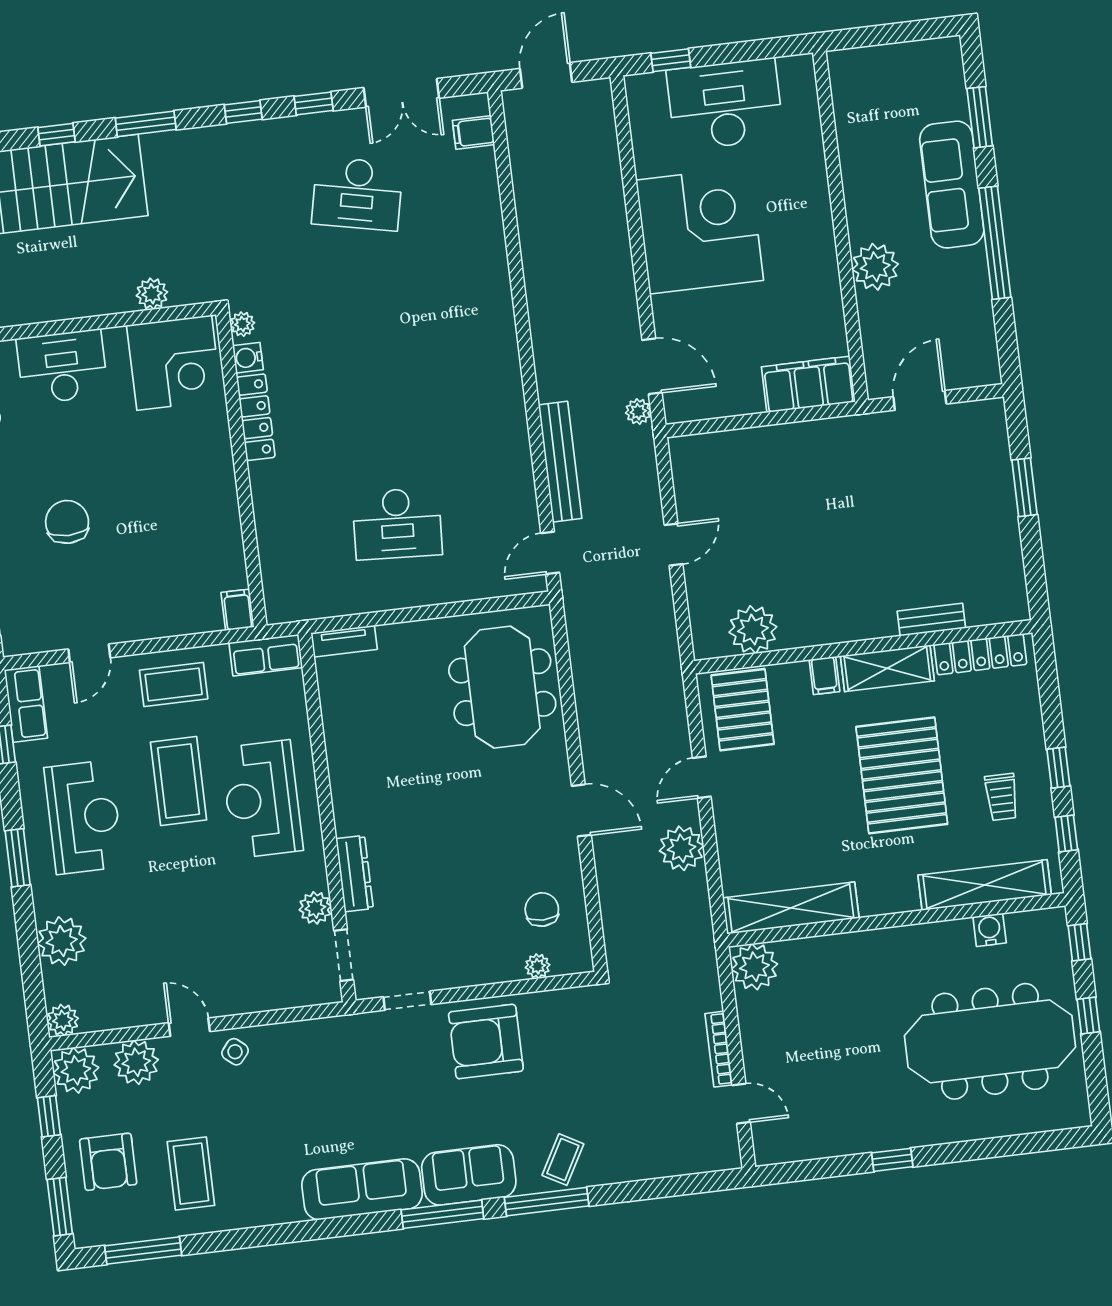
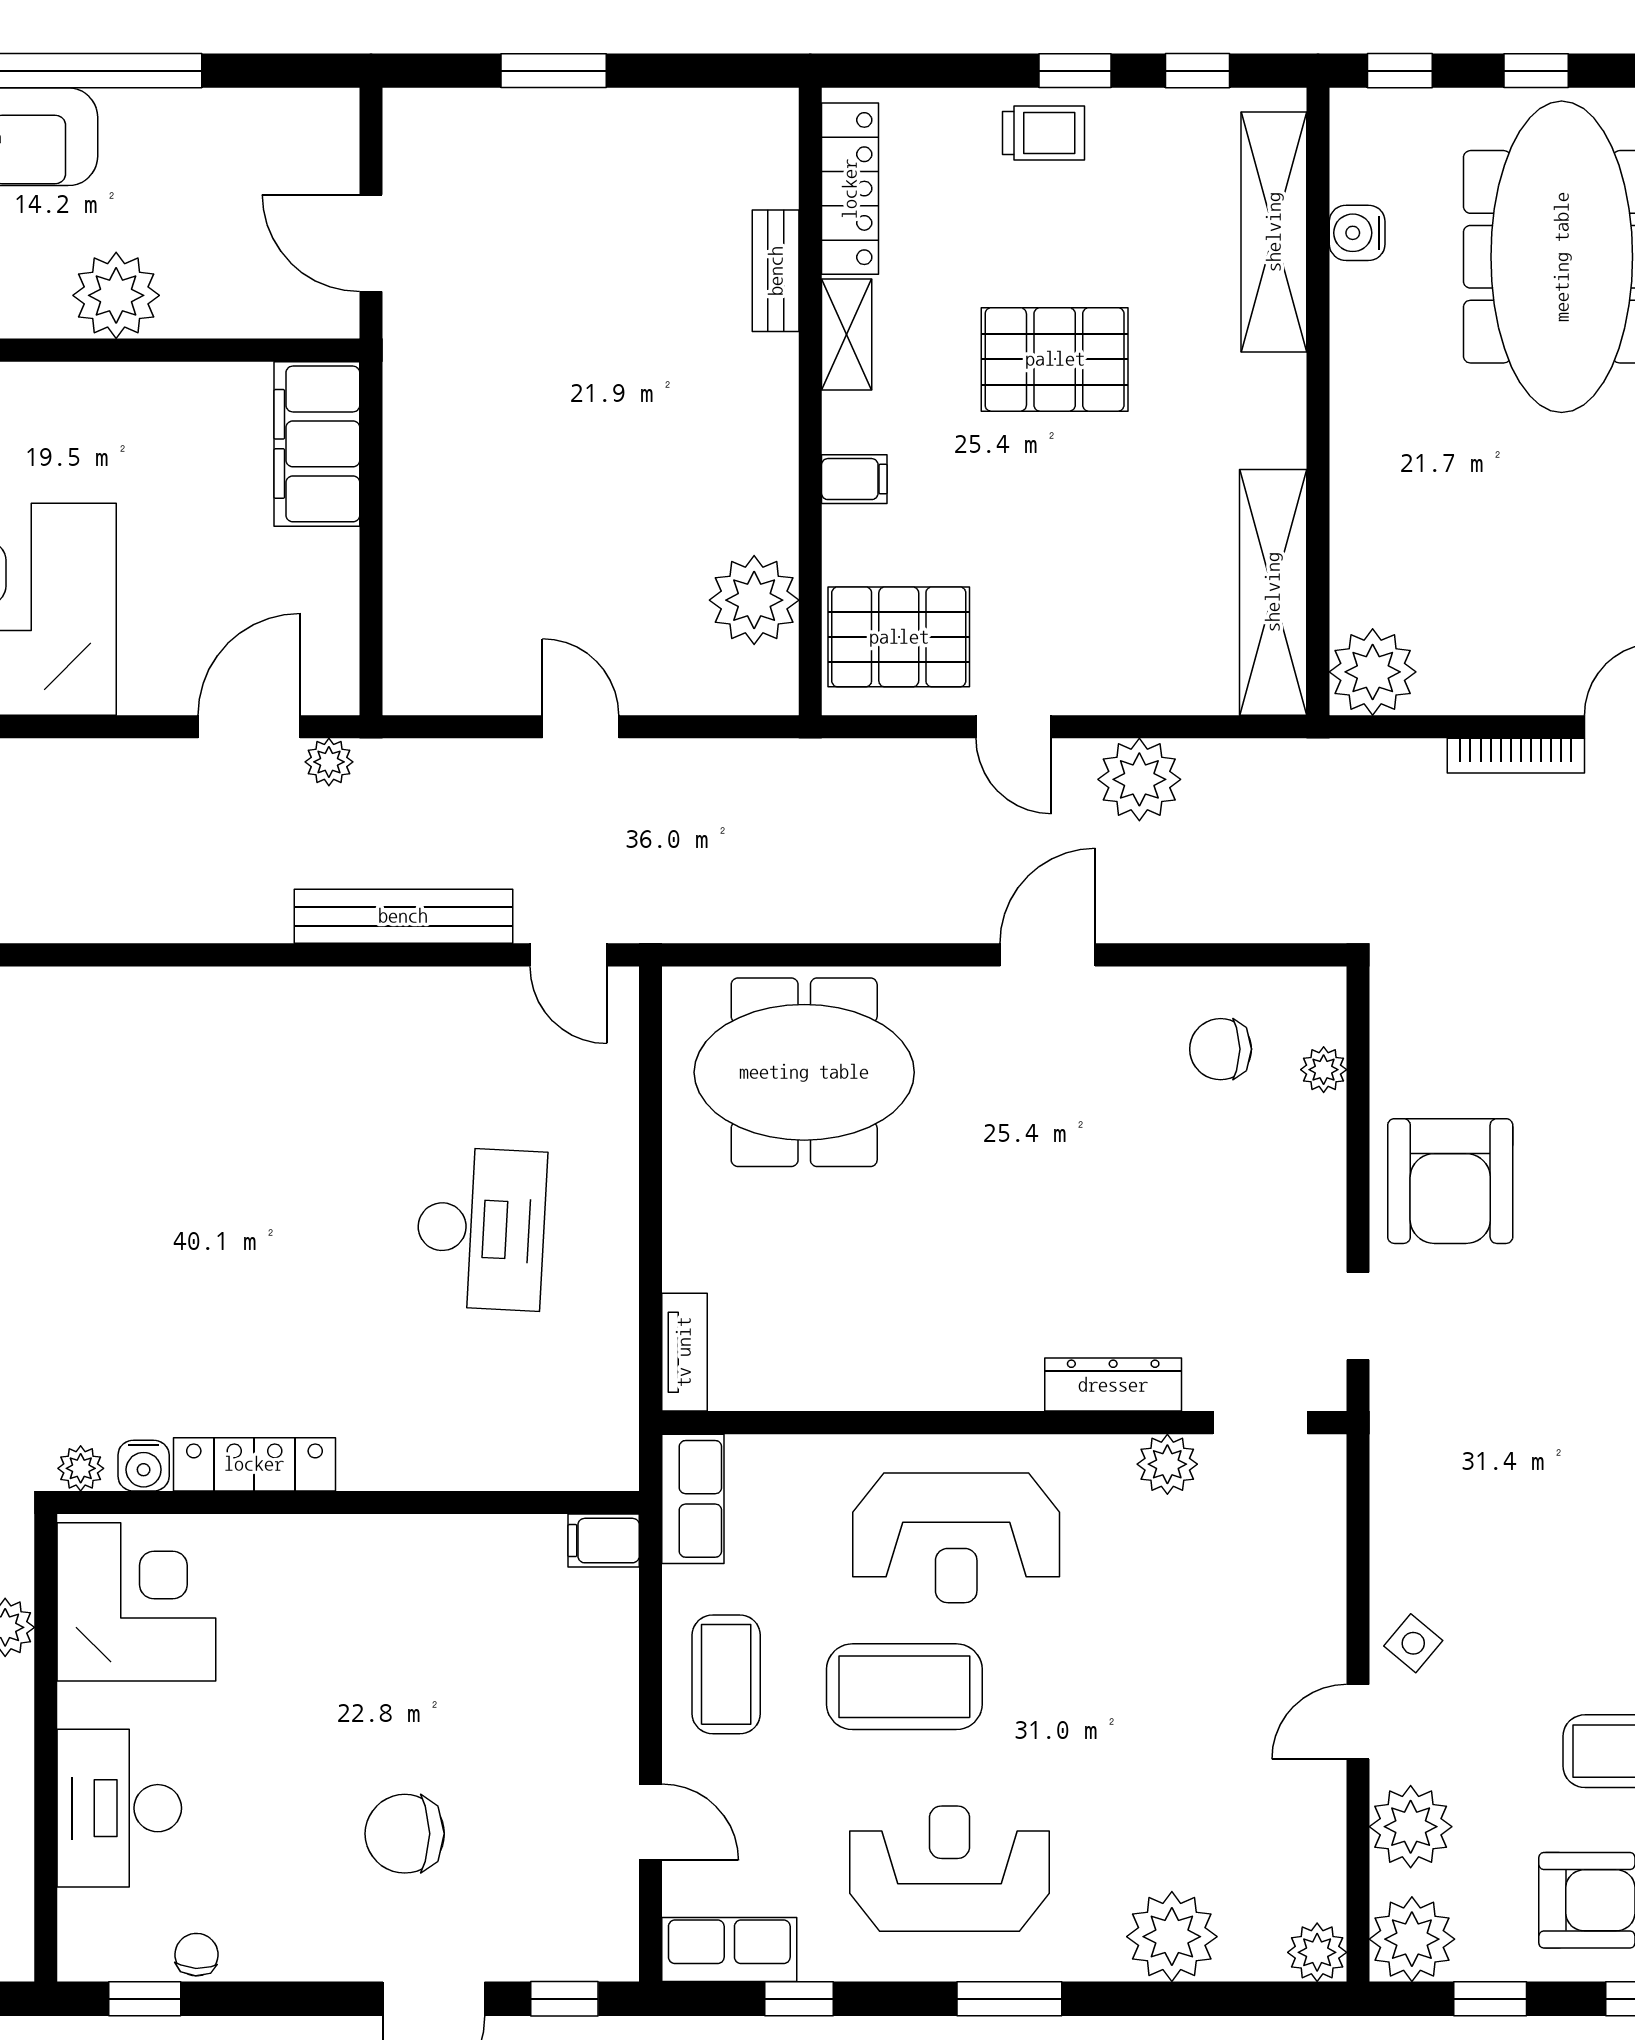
shelving: (887, 668) -> (847, 334), width x0.67, depth x0.75
pallet: (902, 775) -> (1055, 359), width x0.73, depth x0.71
trolley: (1002, 797) -> (1043, 133), moved

